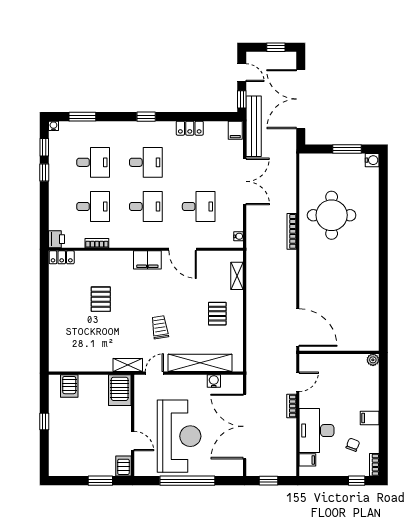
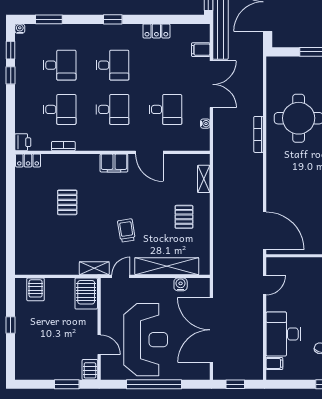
filing cabinet: (235, 130) -> (201, 50), moved, turned 90
water cooler: (238, 236) -> (205, 124), moved
bookcase: (292, 406) -> (258, 309), removed

